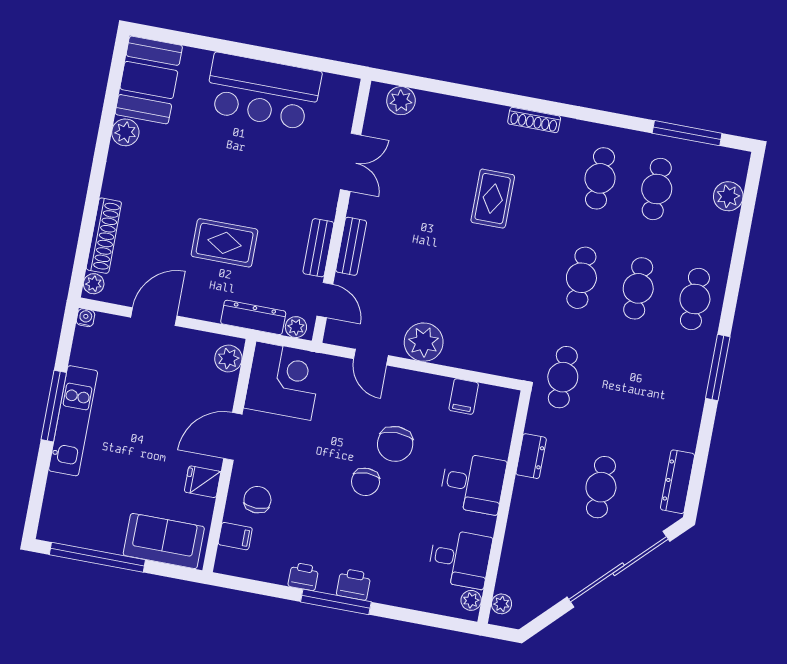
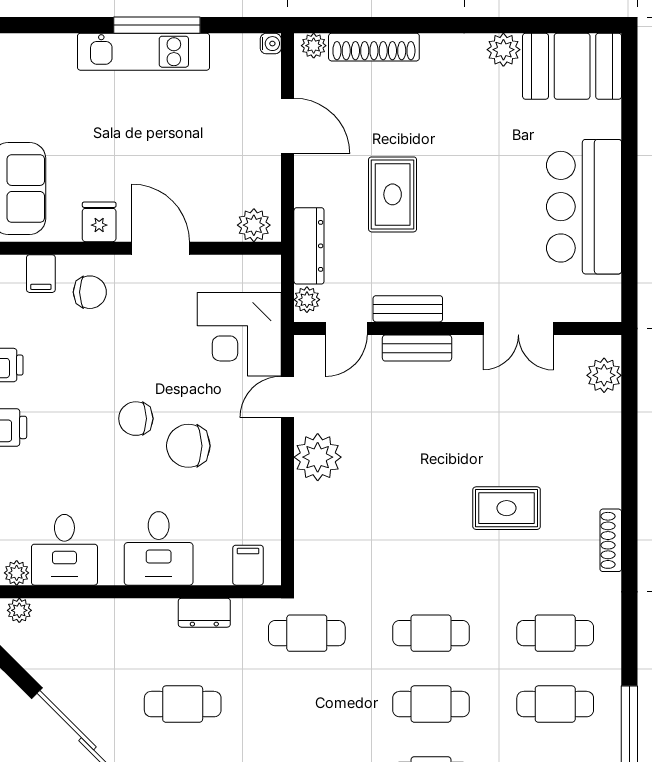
corner desk: (283, 381) -> (239, 334), moved, turned 90
filing cabinet: (464, 397) -> (248, 565), moved, turned 90

